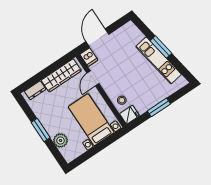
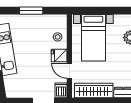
door: (93, 78) -> (69, 71), swing flipped
fridge: (129, 115) -> (59, 56), moved

